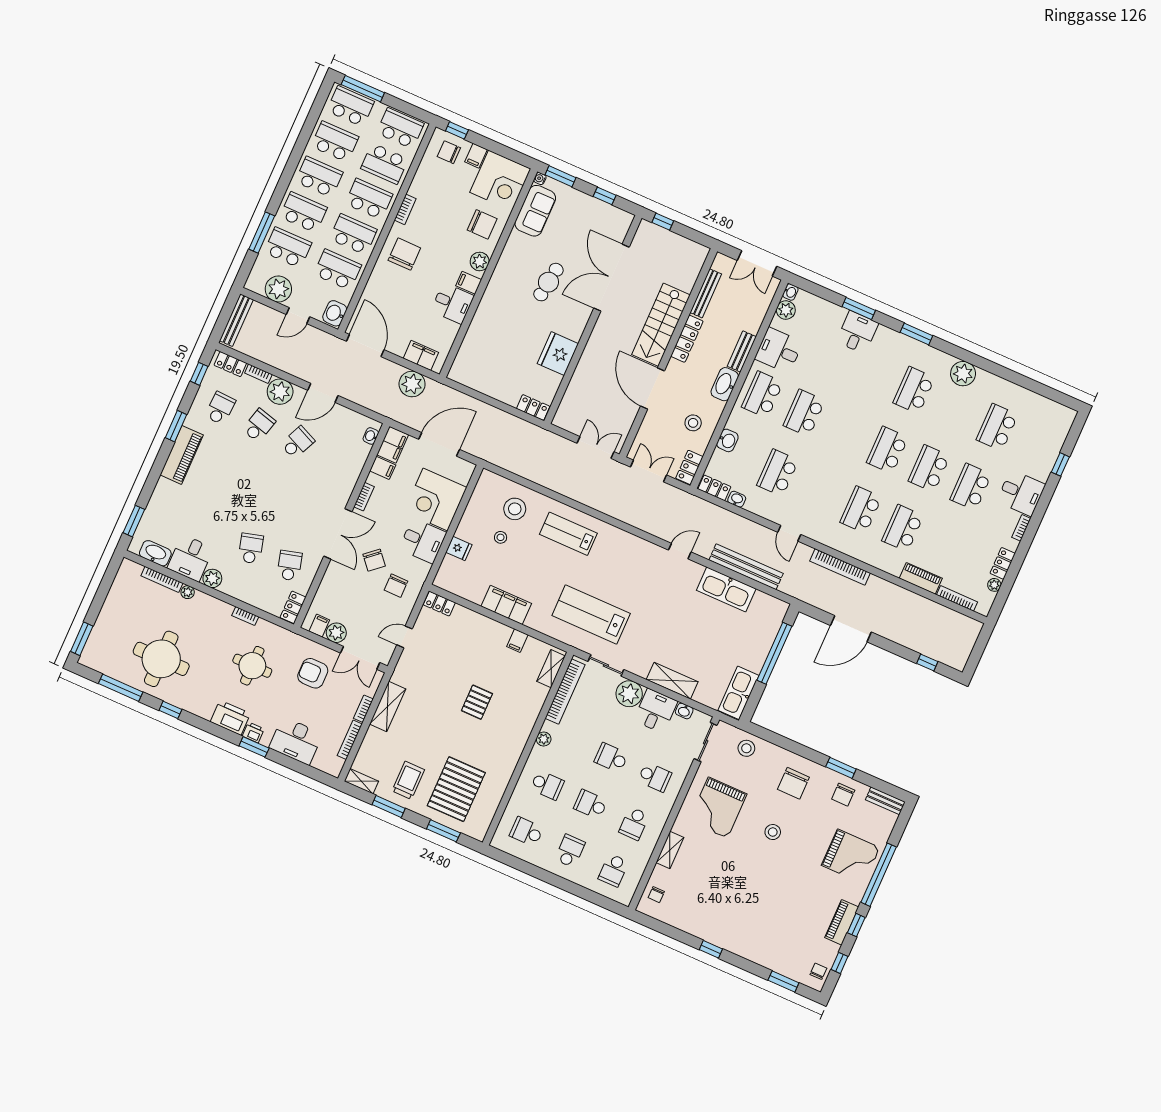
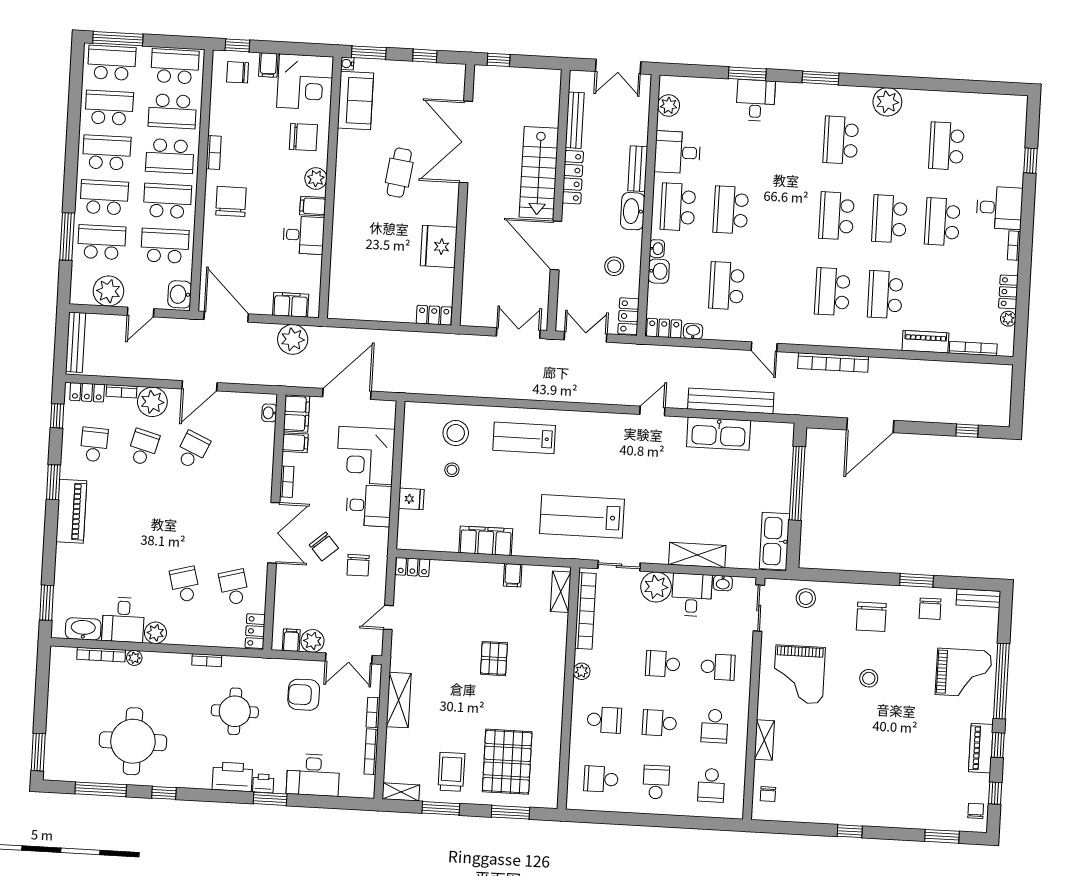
school desk: (369, 199) -> (170, 156), turned 180
washbasin: (790, 292) -> (657, 249), moved

